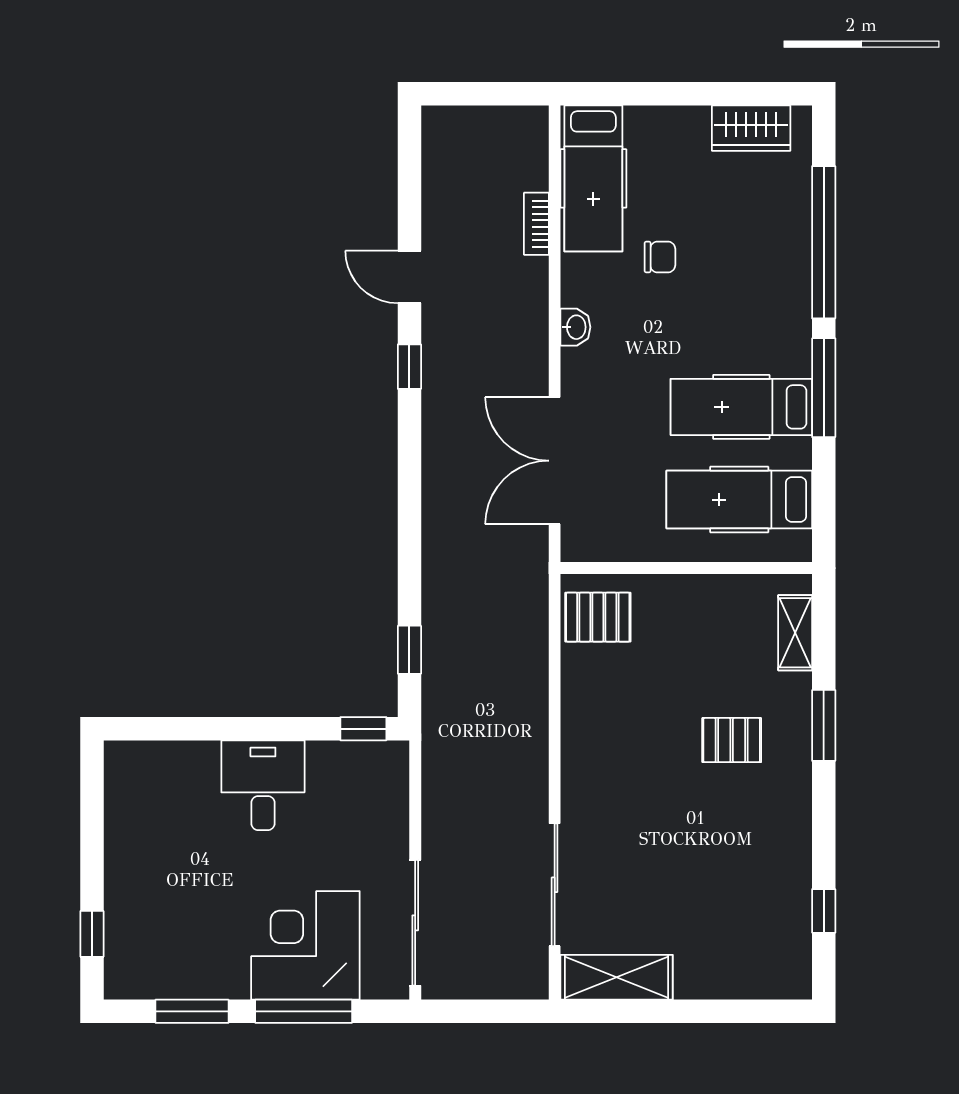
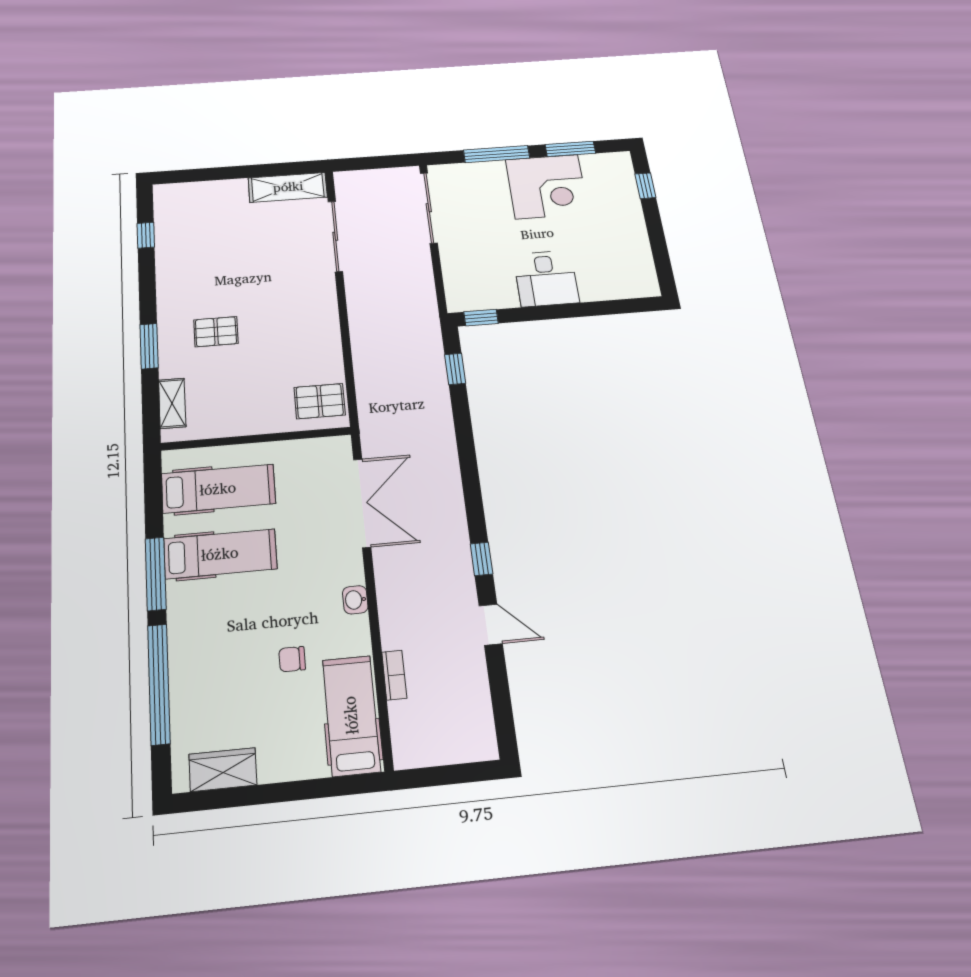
corner desk: (305, 945) -> (547, 187), moved

